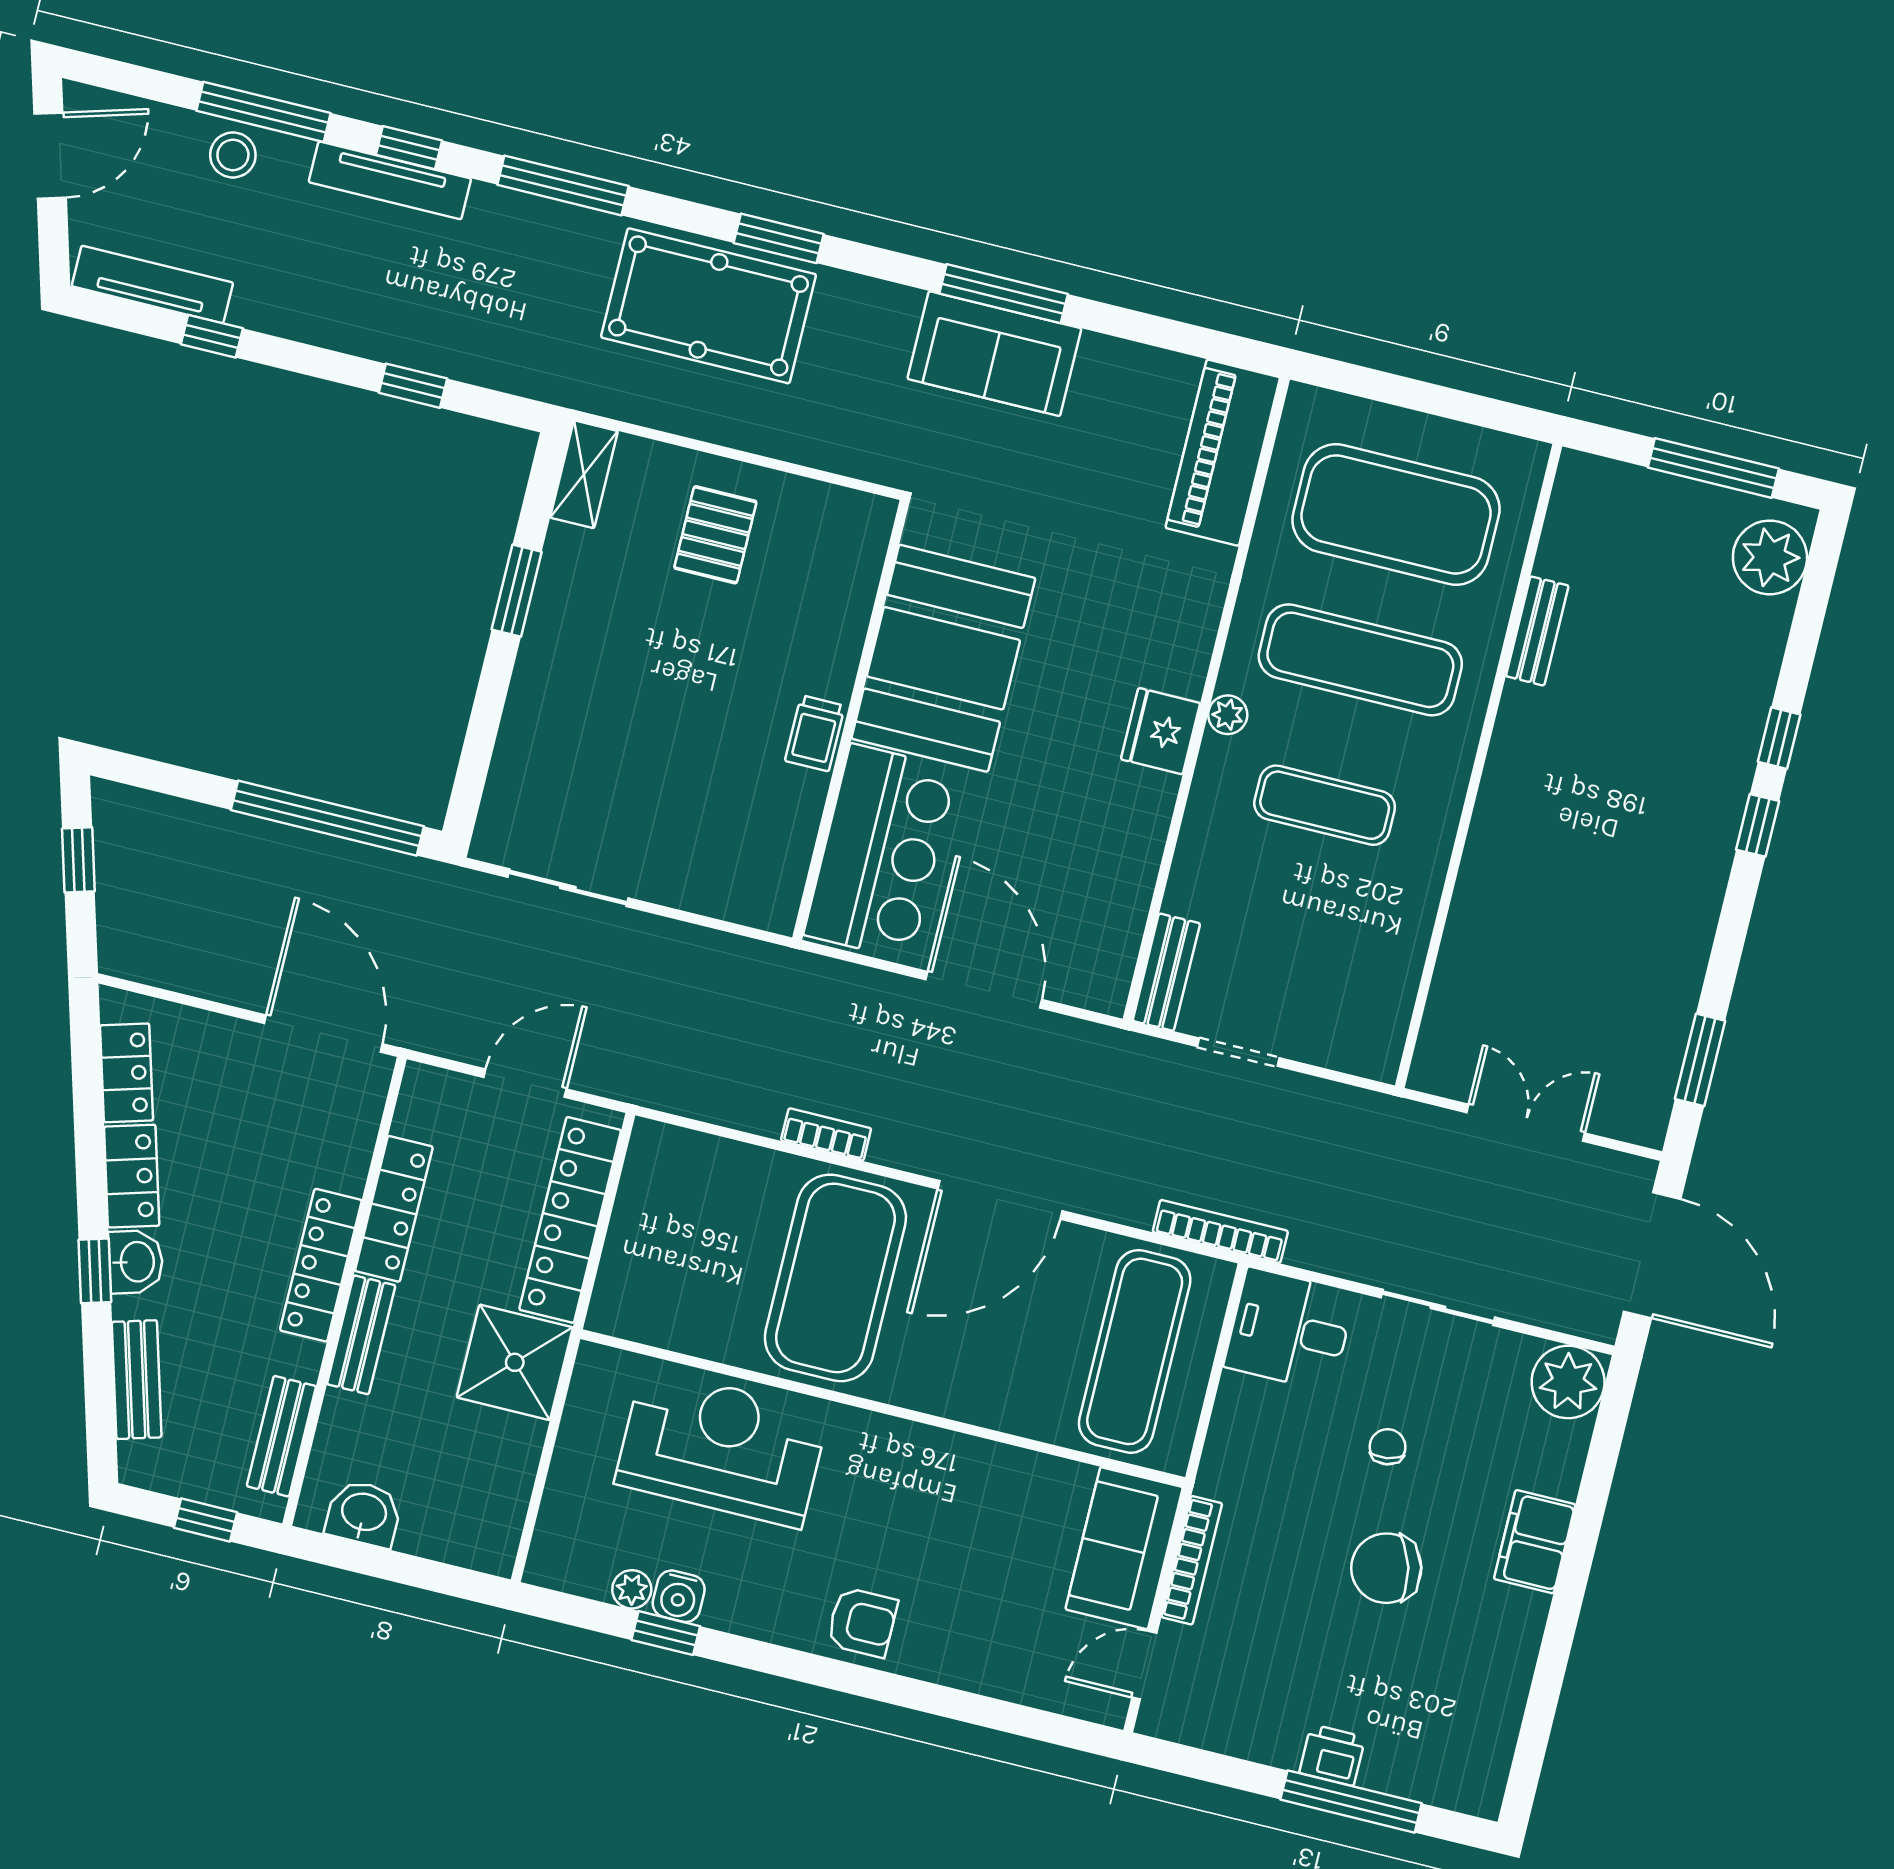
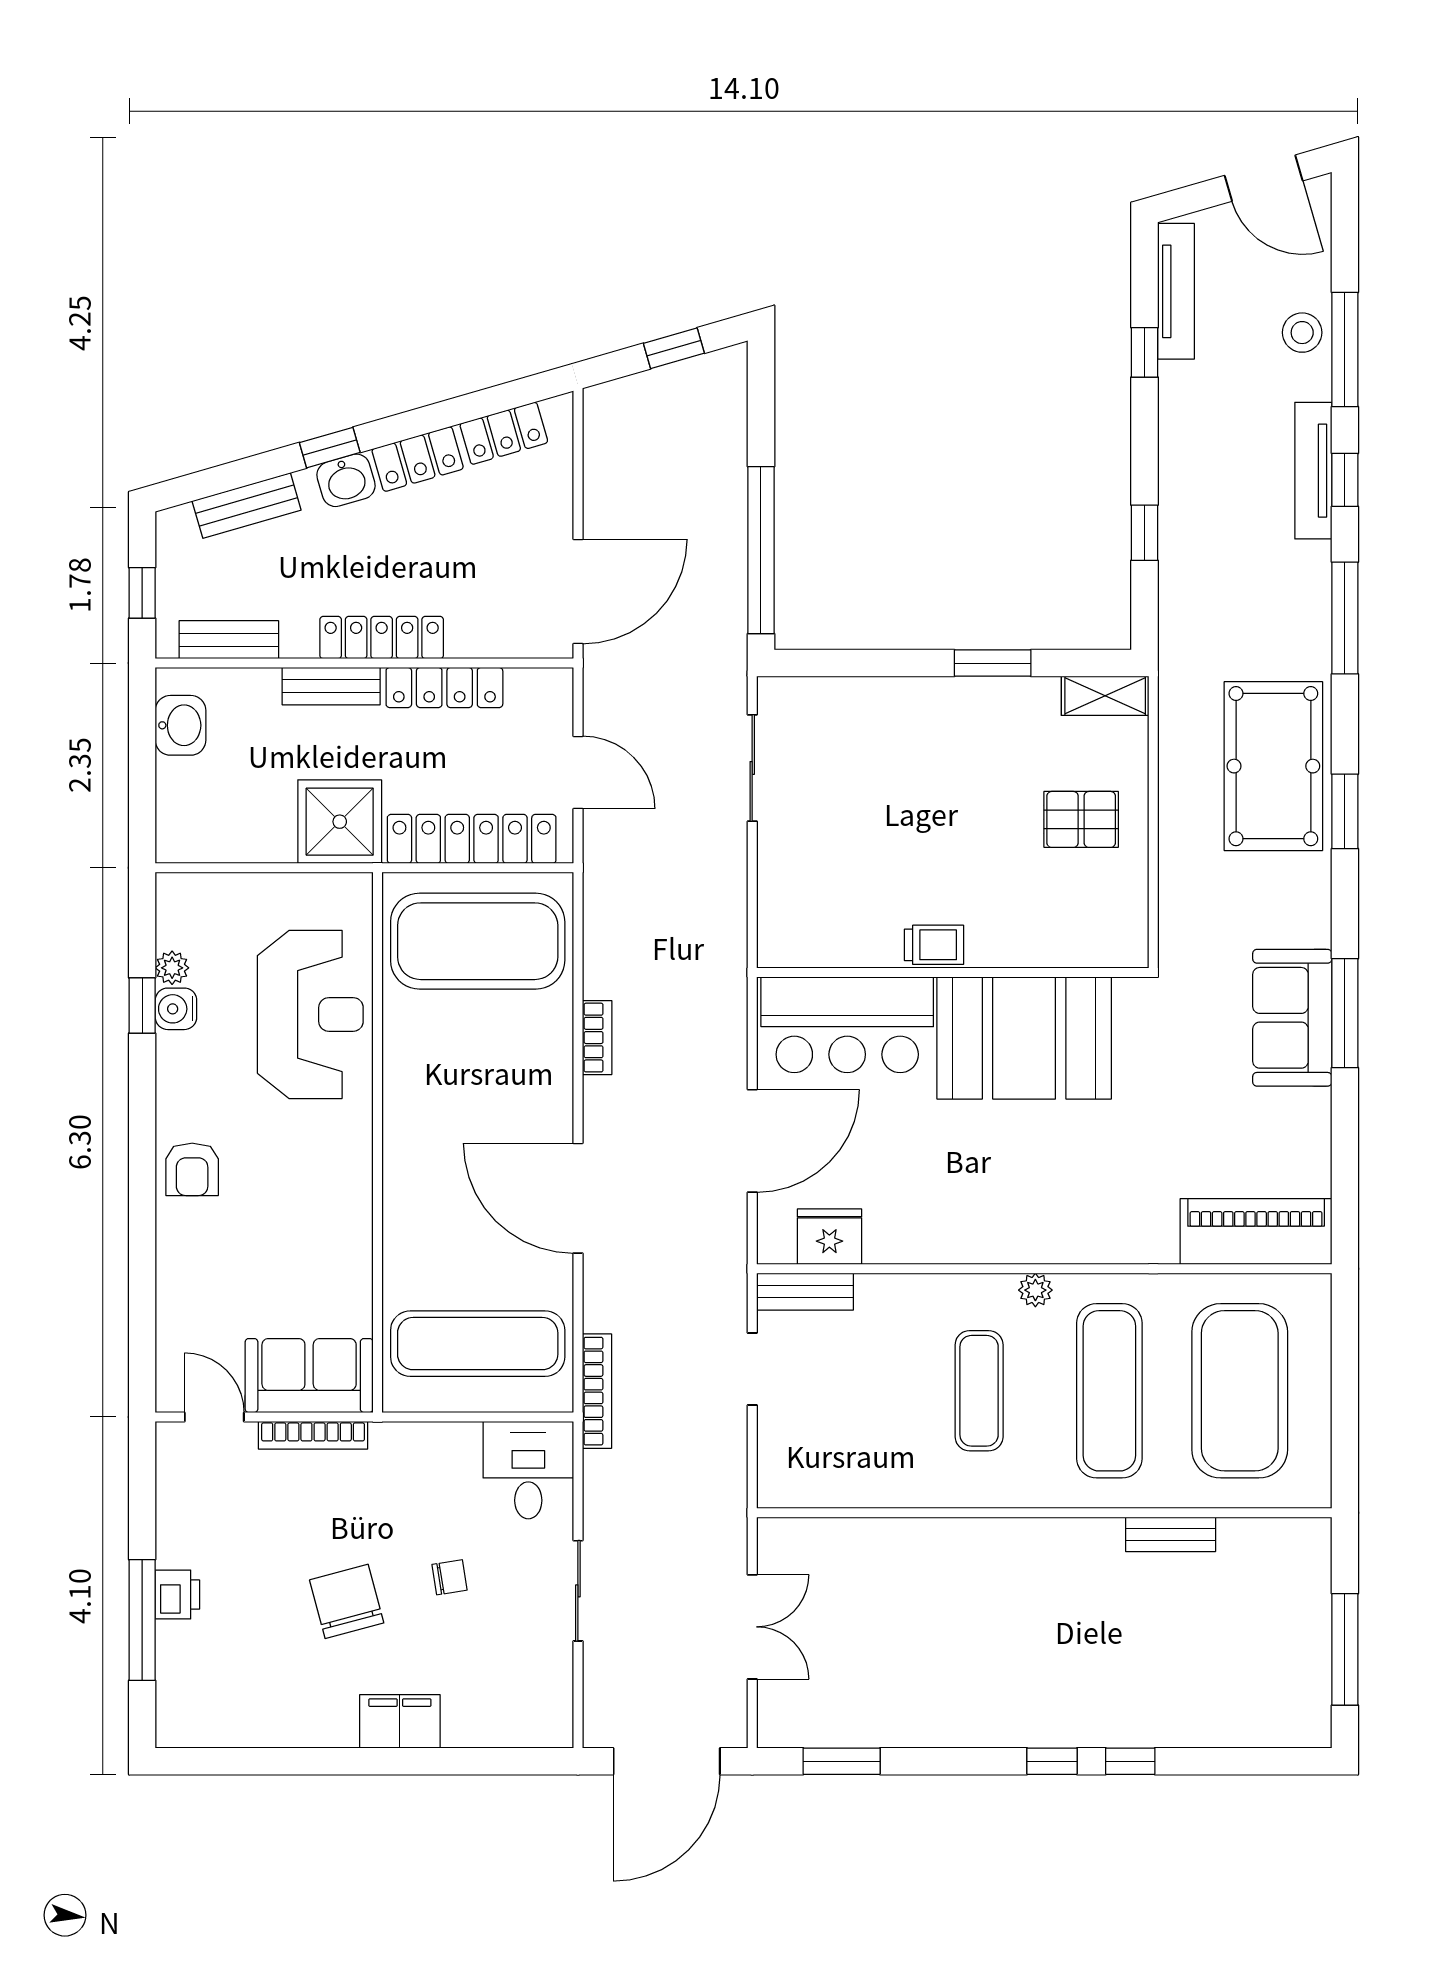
plant: (1770, 557) -> (1281, 1716), removed
fridge: (1161, 731) -> (829, 1237), moved
trolley: (815, 733) -> (934, 945), turned 180
exercise mat: (835, 1278) -> (478, 941), moved
plant: (1568, 1382) -> (542, 1716), removed

